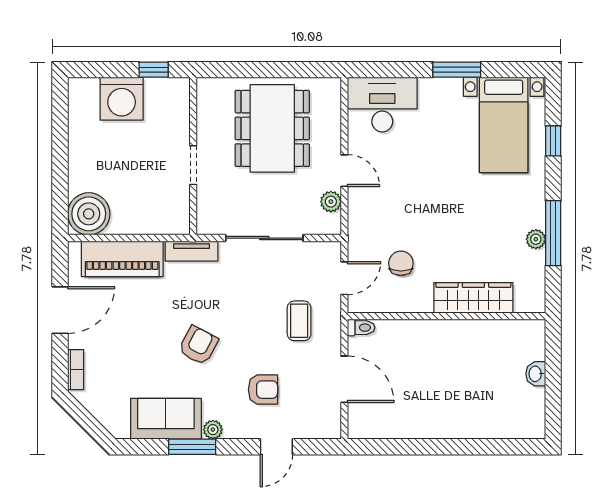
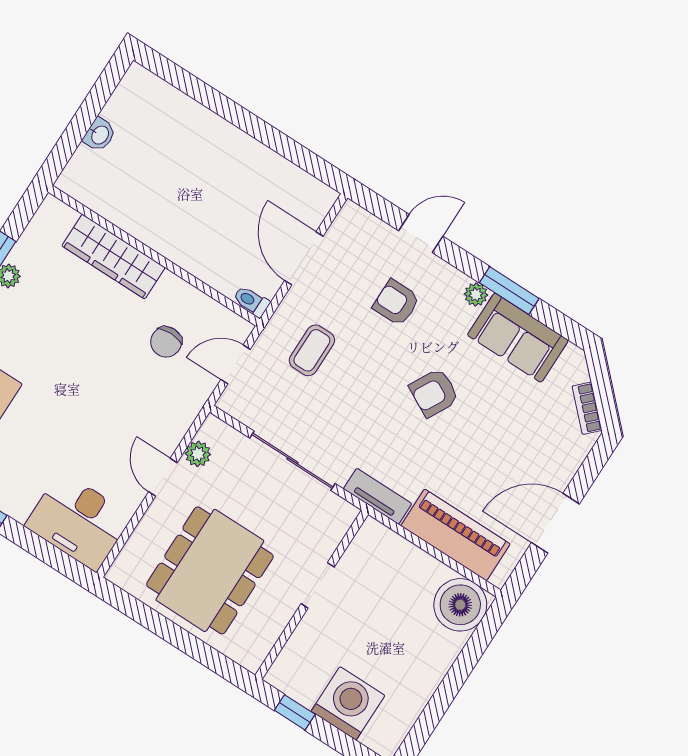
bookcase: (76, 370) -> (587, 408), moved, turned -45

